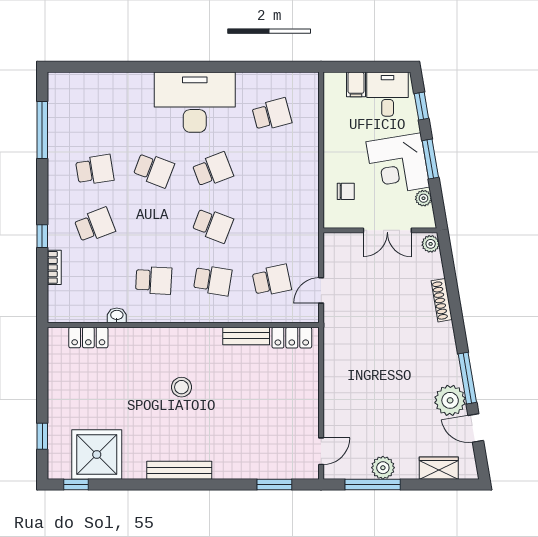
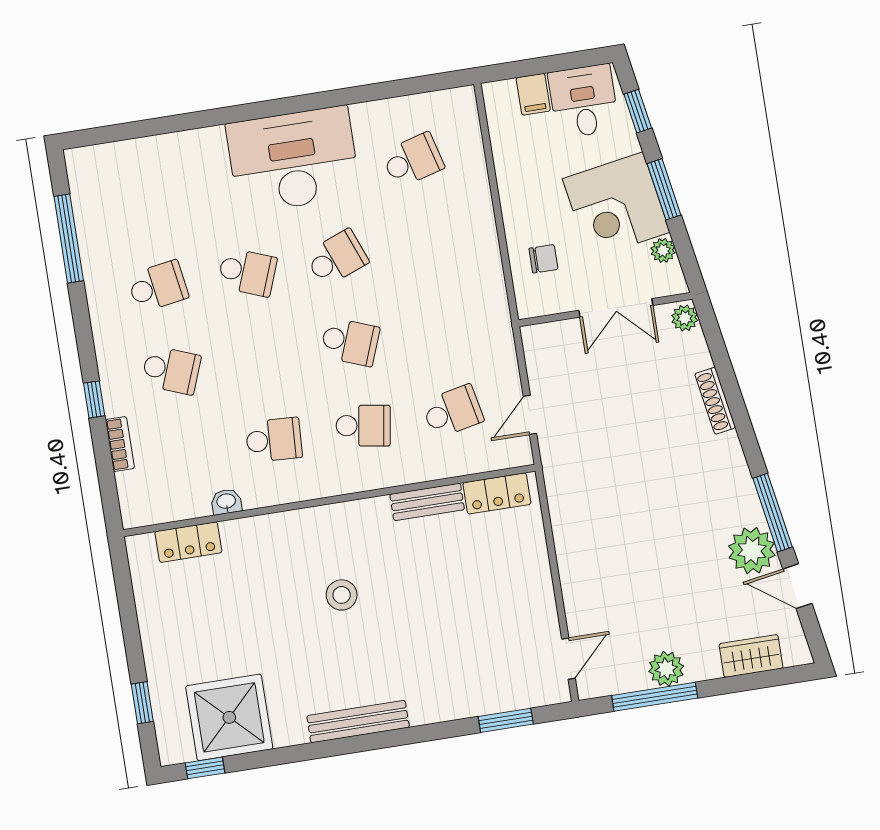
school desk: (95, 225) -> (171, 370), turned 42

